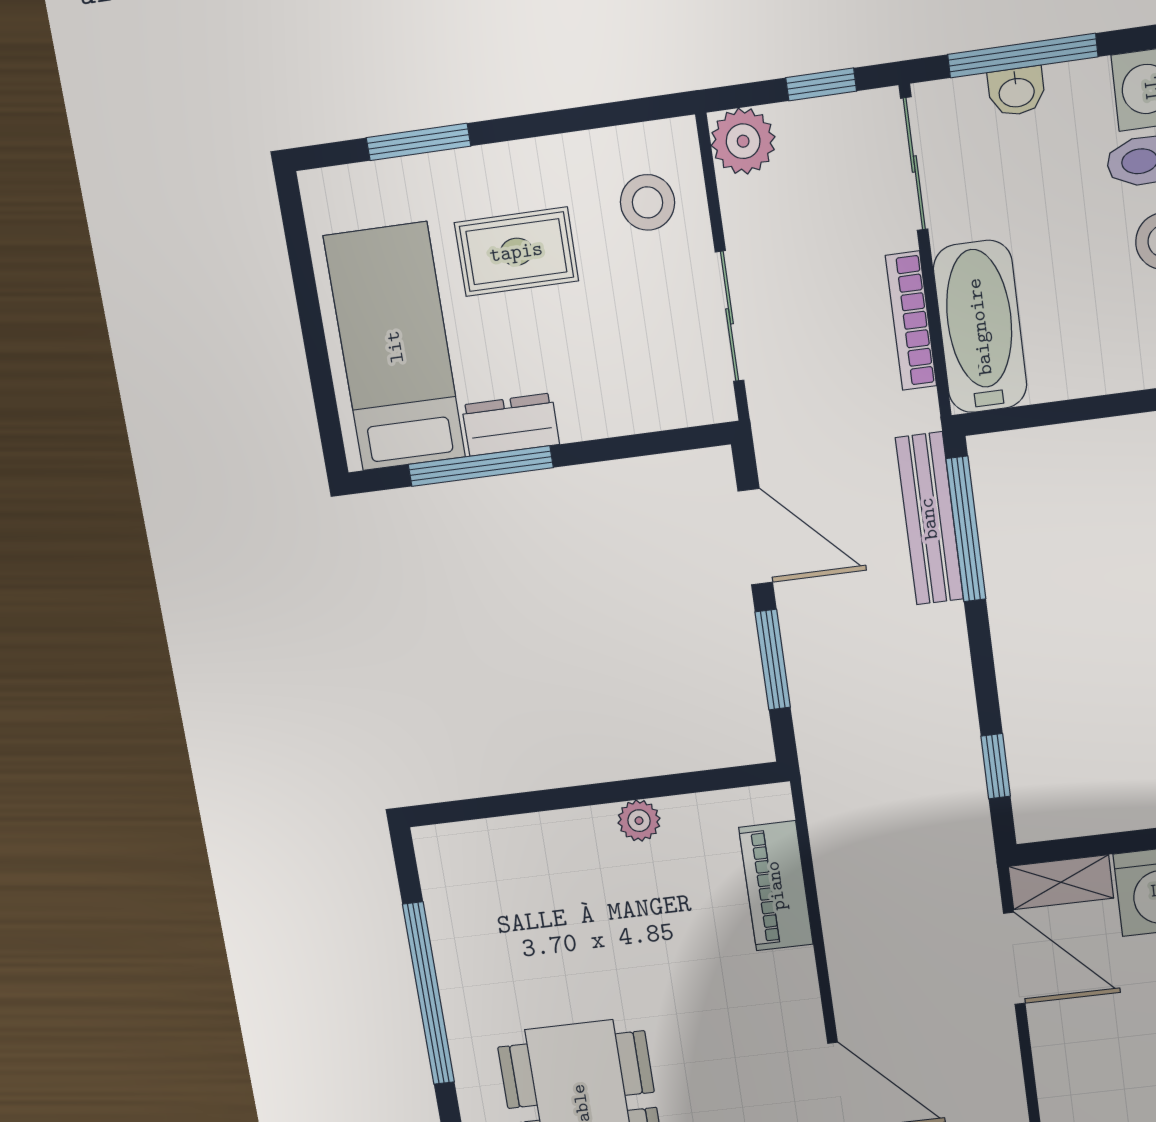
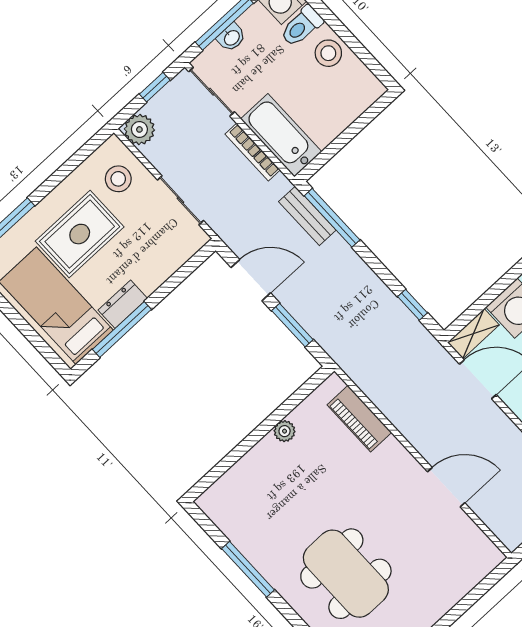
rug: (516, 252) -> (80, 234), width x1.36, depth x1.43
bench: (929, 519) -> (307, 216), width x0.73
window: (429, 994) -> (248, 569), width x0.68

